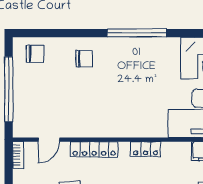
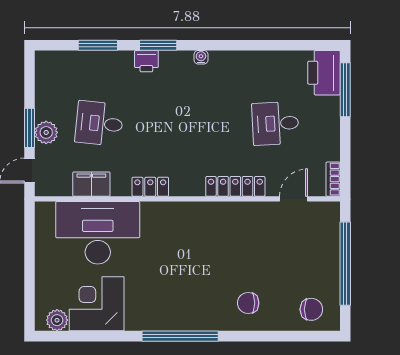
chair: (35, 54) -> (311, 309), turned 180
locker: (146, 149) -> (150, 187), moved

